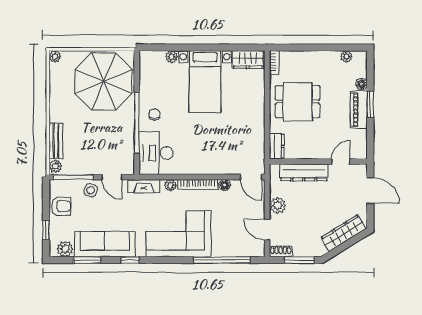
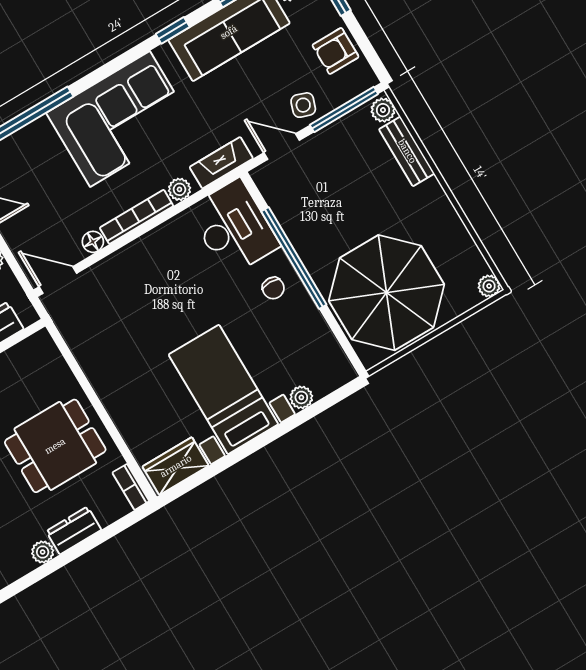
plant: (346, 56) -> (43, 552), moved
dresser: (277, 146) -> (74, 530), moved, turned 90

